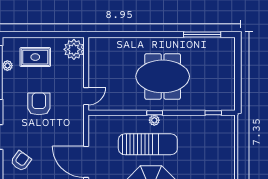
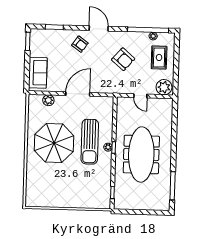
meeting table: (163, 76) -> (141, 155), width x1.36
door: (86, 96) -> (140, 96), moved
armchair: (39, 104) -> (123, 59), turned 41

